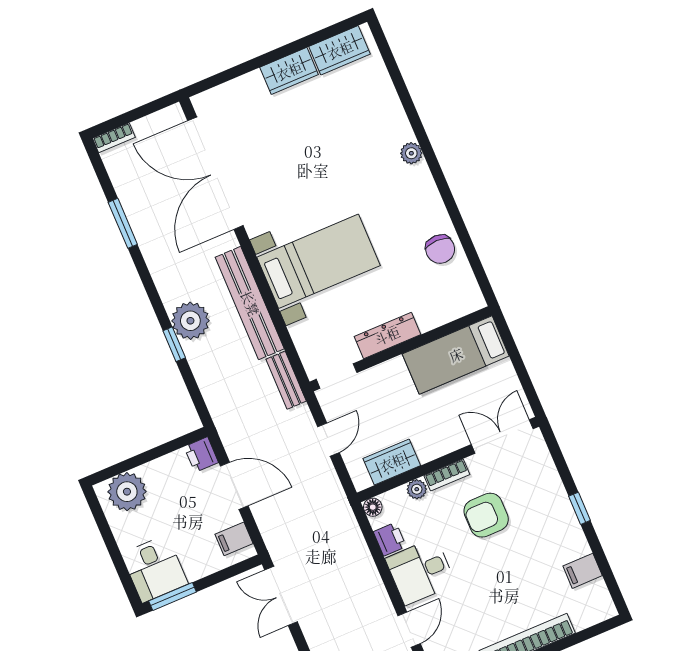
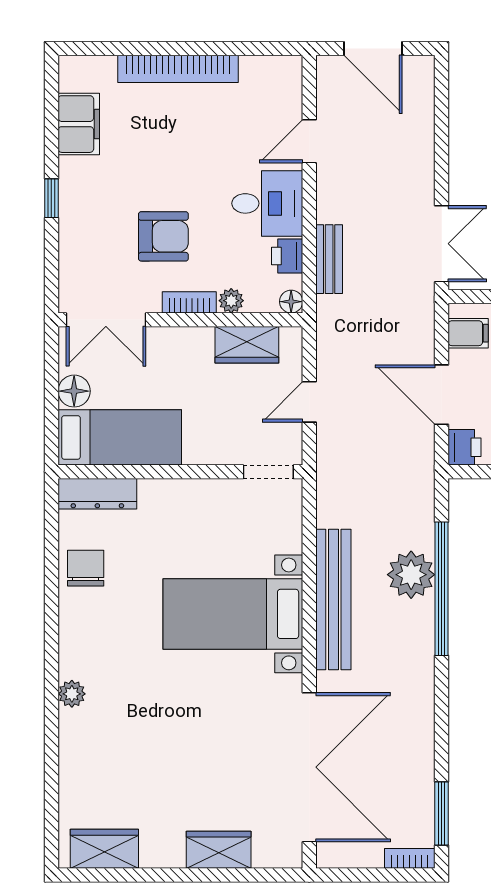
wardrobe: (289, 71) -> (219, 850), moved
window: (123, 223) -> (442, 814), moved
plant: (190, 321) -> (411, 575), moved
dresser: (387, 336) -> (97, 494), moved
window: (174, 344) -> (442, 589), width x3.17
floor lamp: (503, 375) -> (74, 391), added
bench: (286, 380) -> (329, 259), moved
filing cabinet: (583, 571) -> (79, 124), width x2.00

